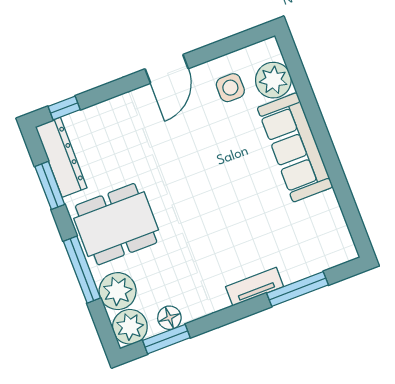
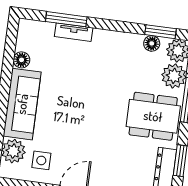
floor lamp: (327, 204) -> (22, 60), added
tv unit: (255, 287) -> (74, 32), moved

